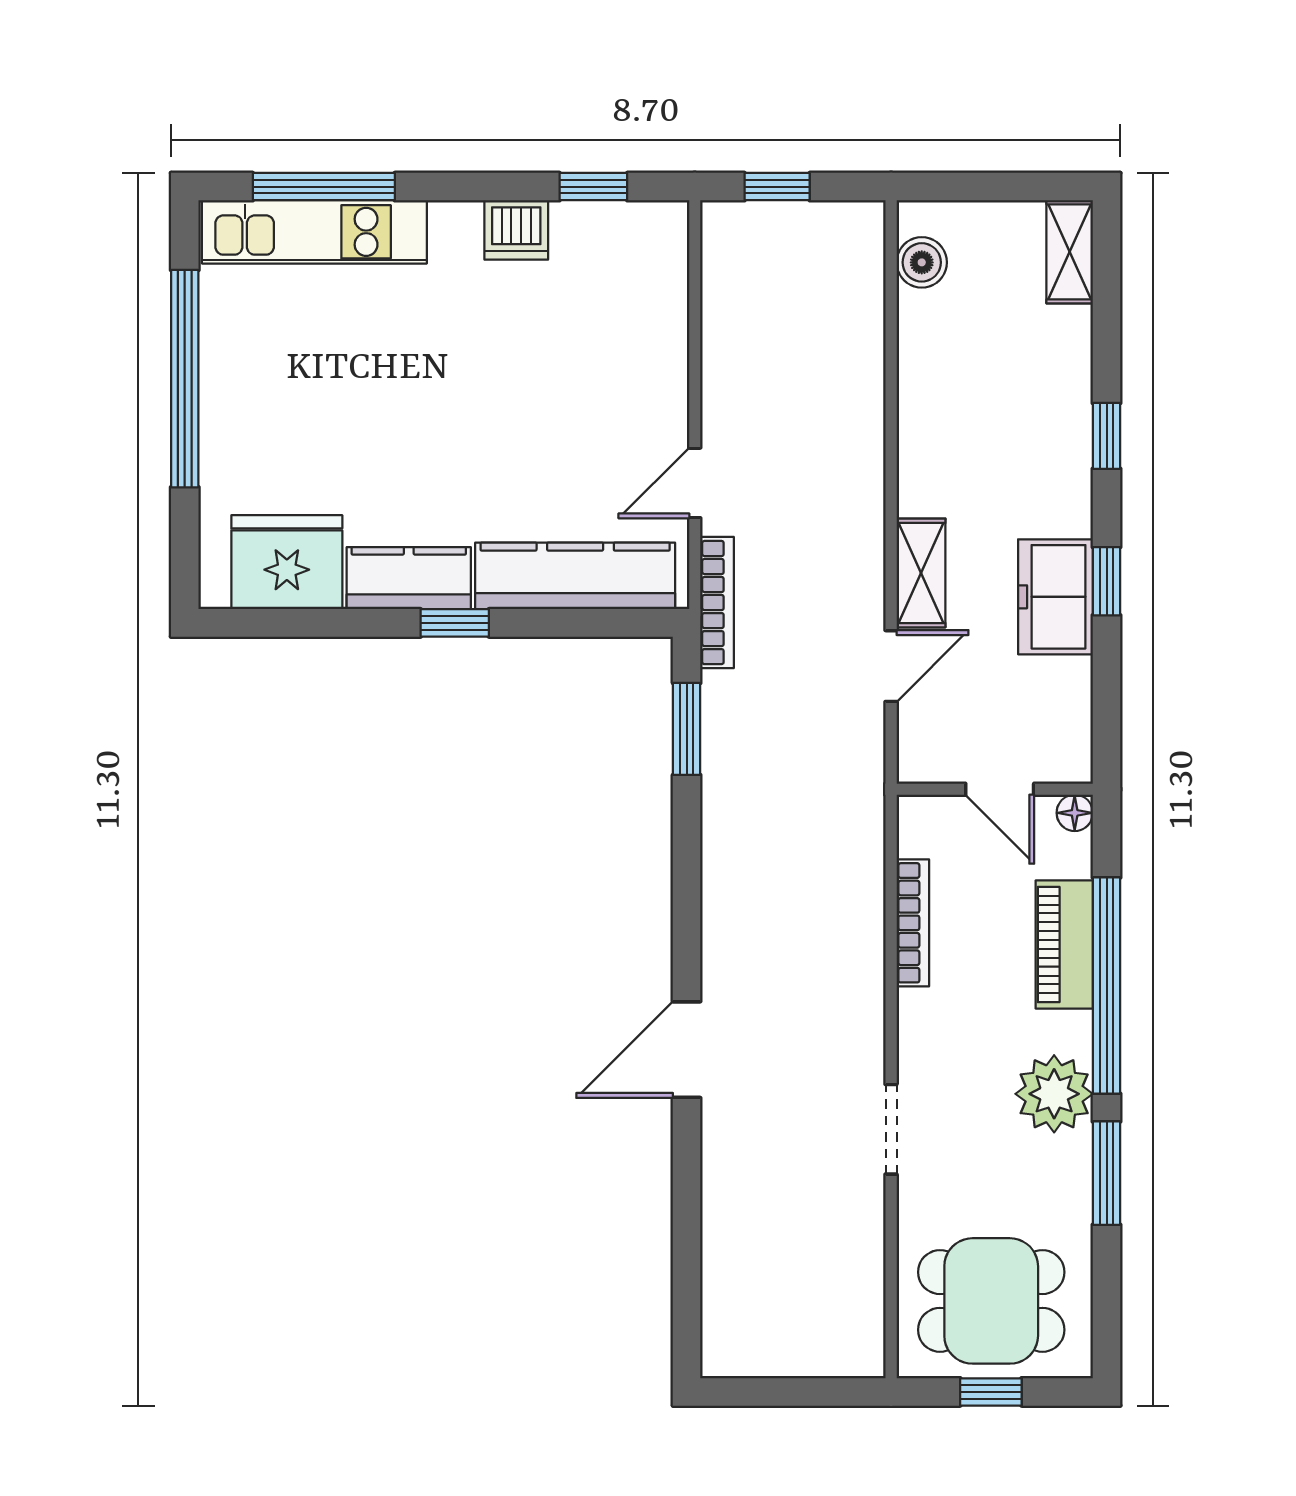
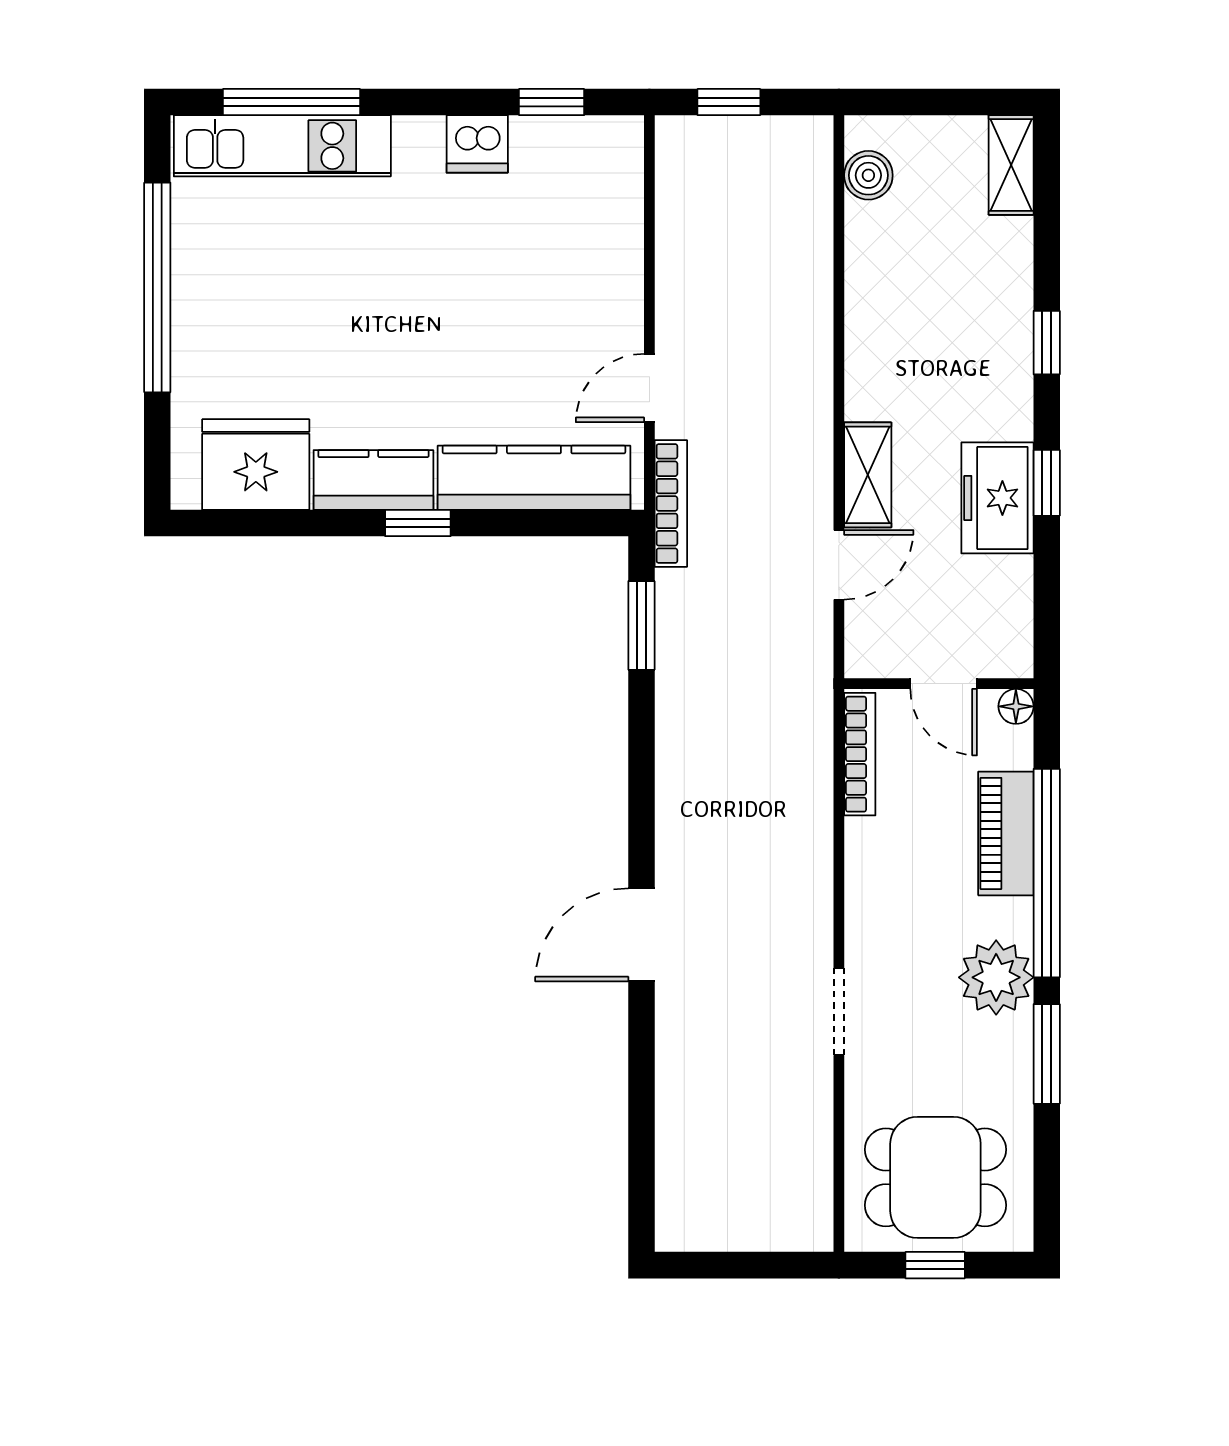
bookcase: (913, 923) -> (860, 754), moved

